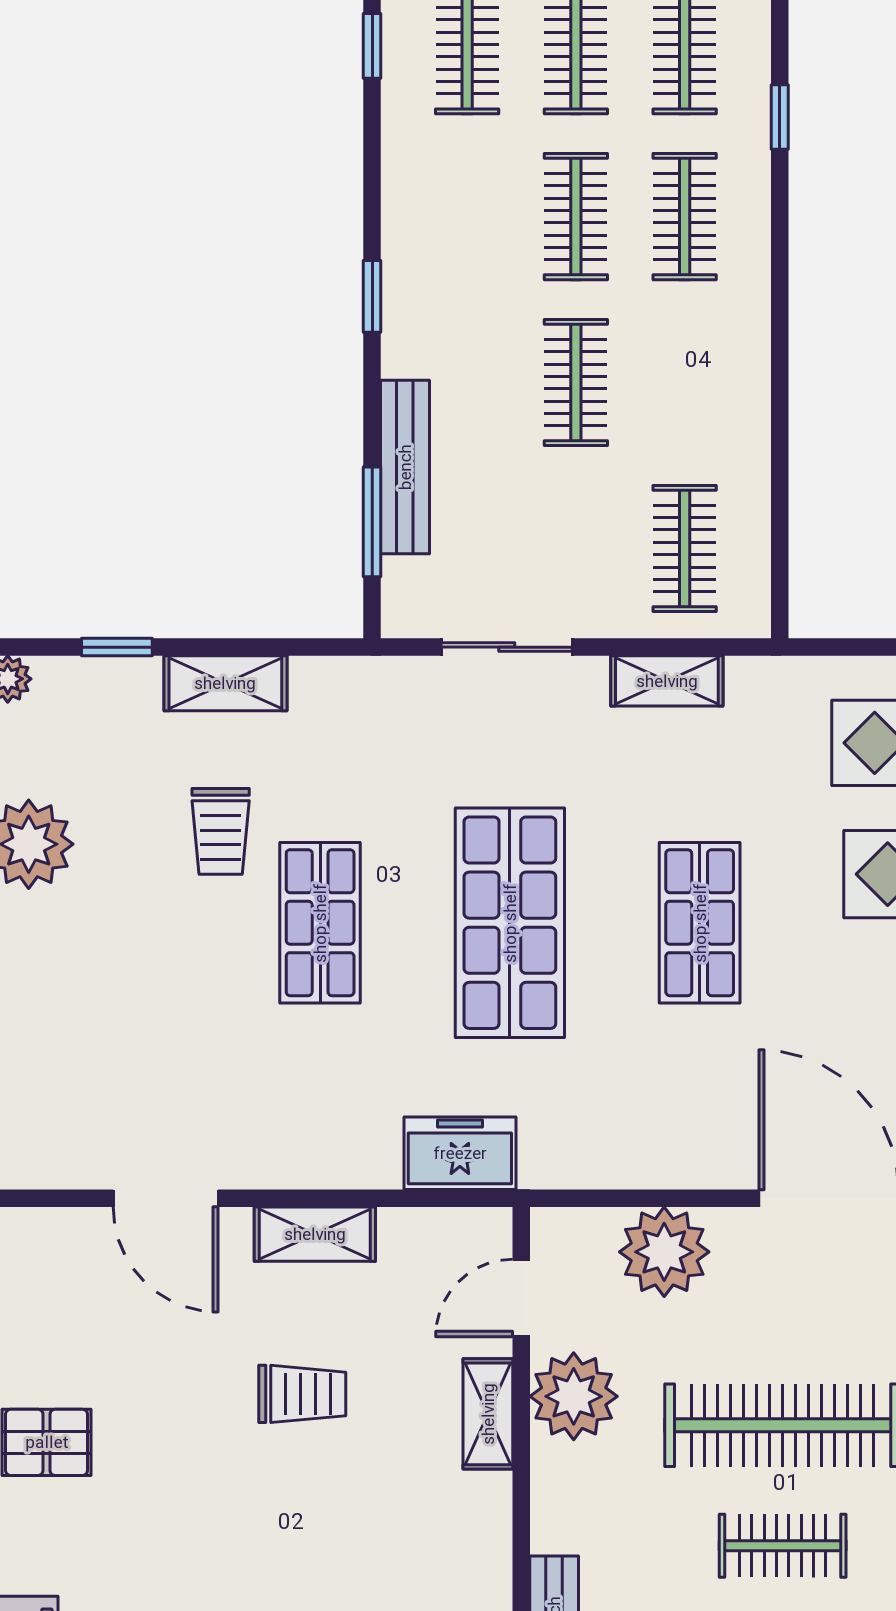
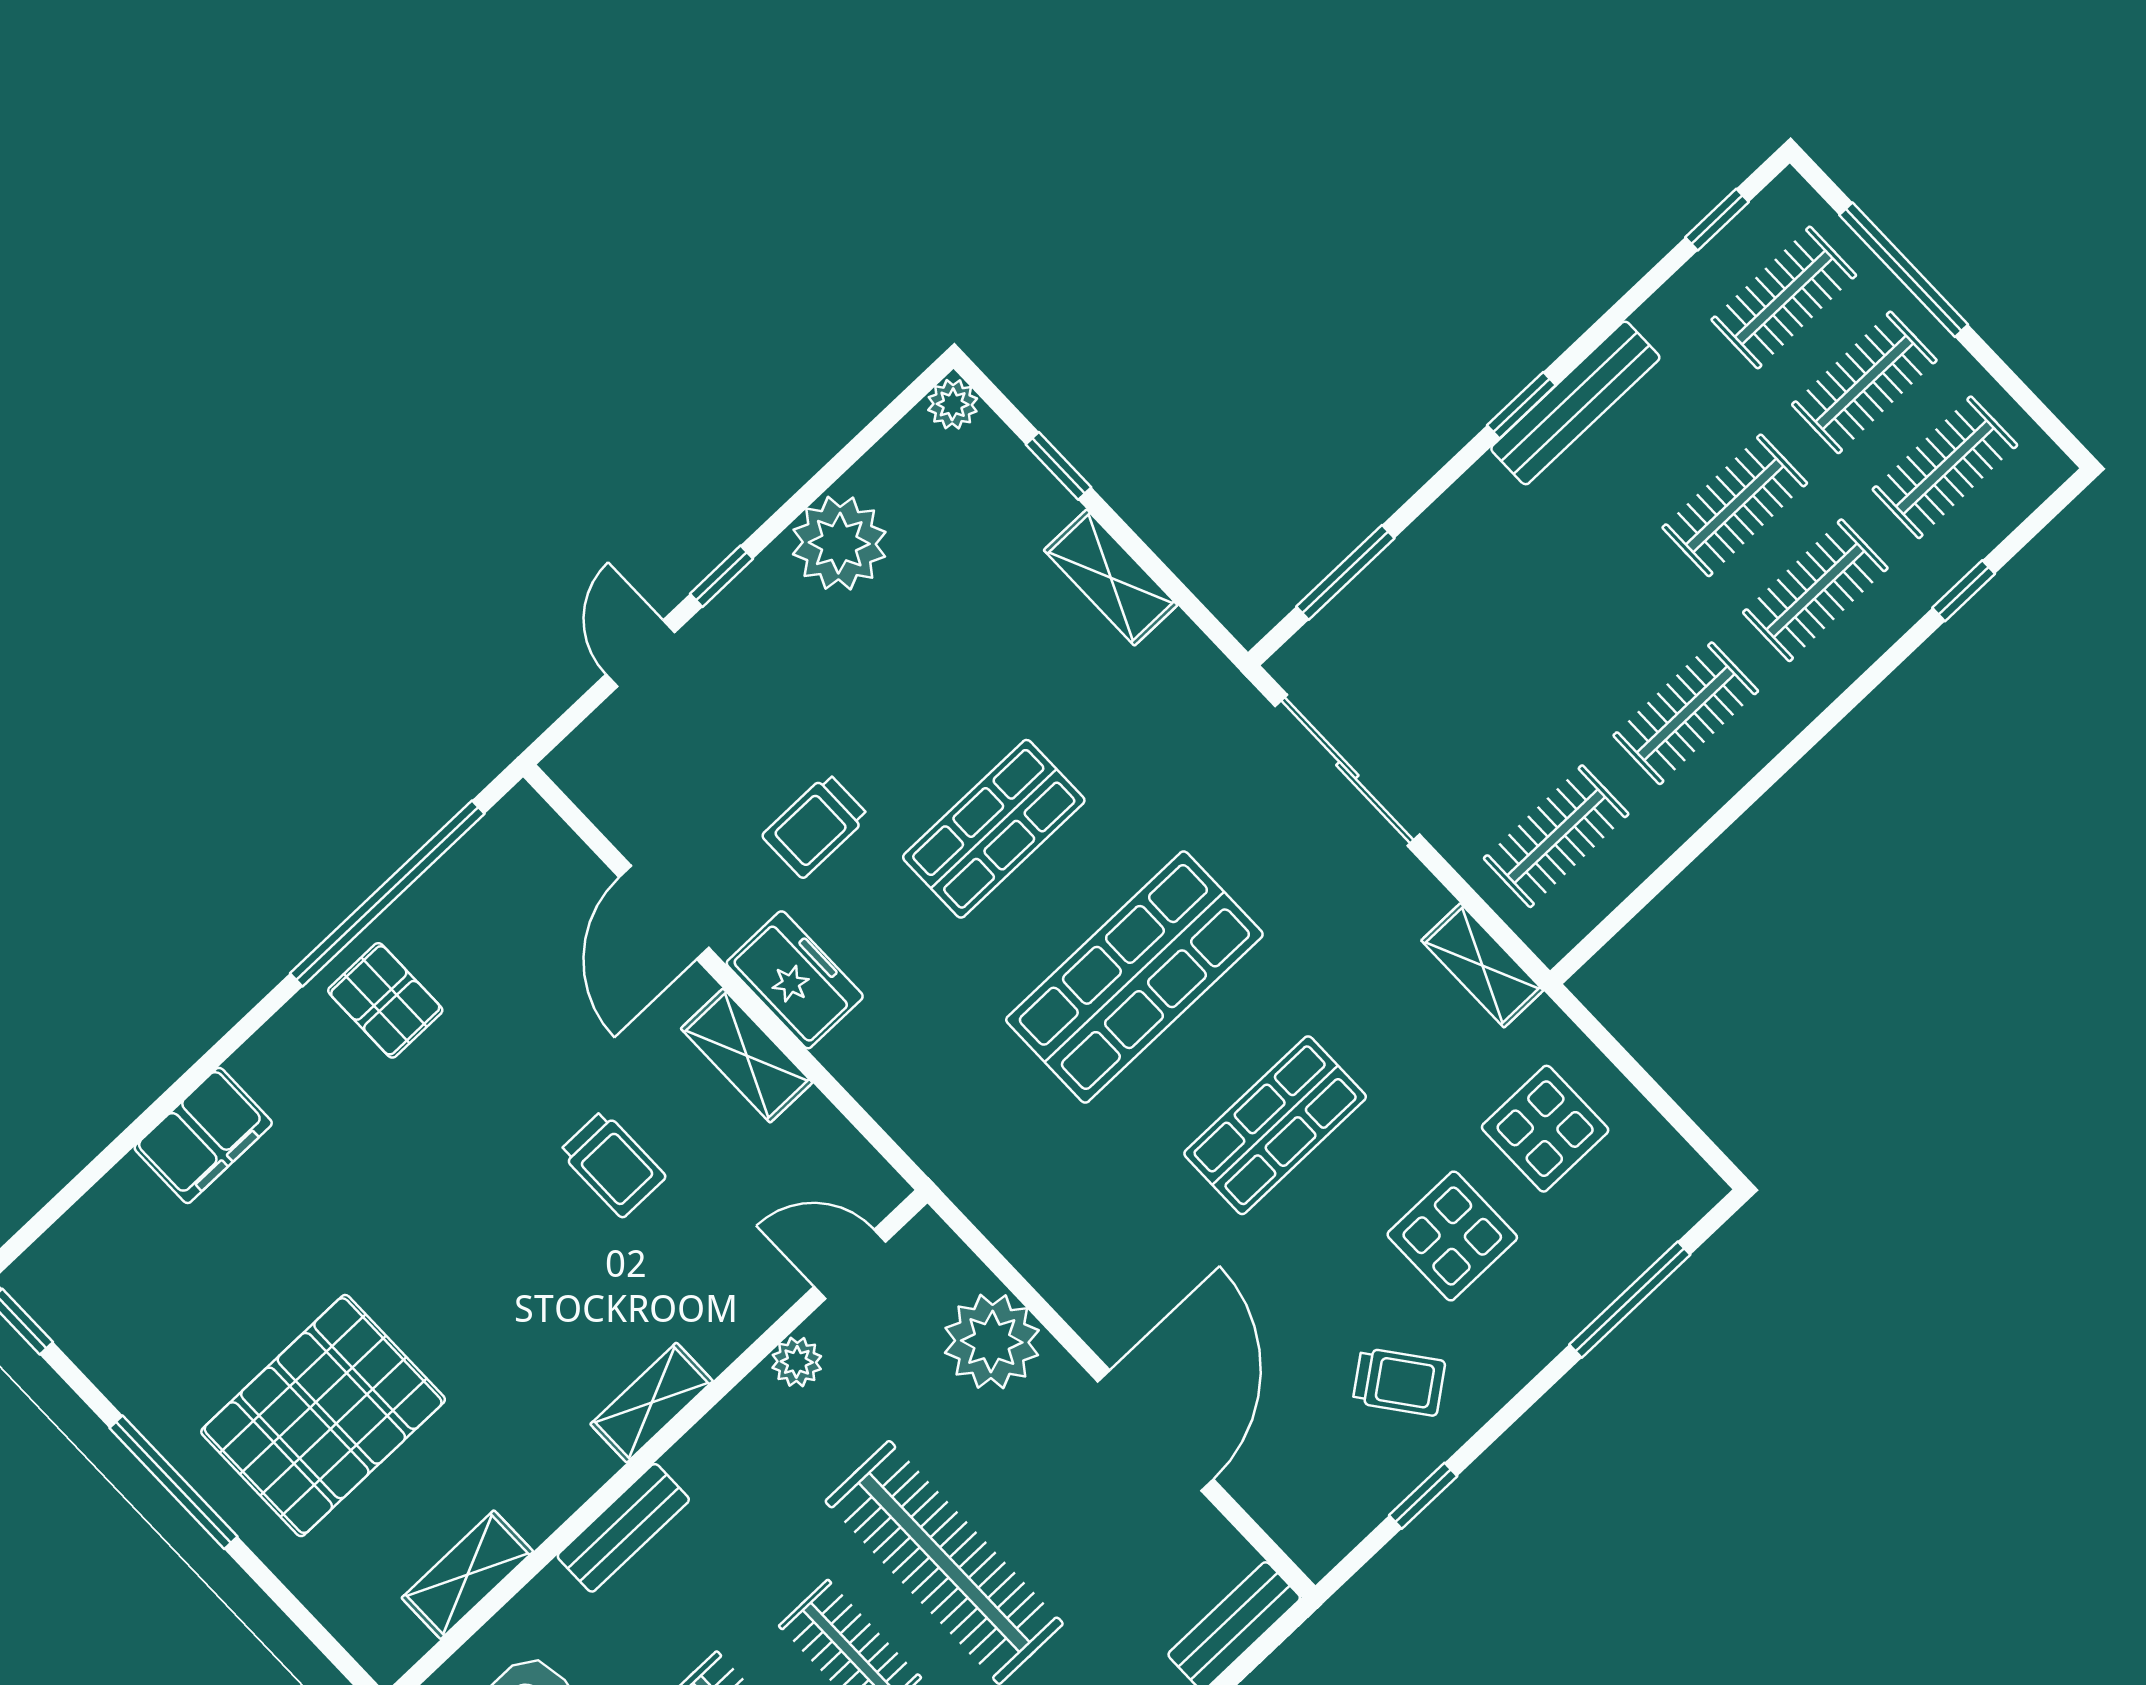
clothes rail: (576, 383) -> (1686, 713), moved
bench: (405, 467) -> (1575, 403), moved
sliding door: (507, 647) -> (1347, 770), width x1.37
shelving: (667, 681) -> (1482, 965), moved
trolley: (221, 831) -> (815, 826), moved
freezer: (460, 1153) -> (795, 980), moved
plant: (574, 1396) -> (797, 1362), width x0.53, depth x0.53
shelving: (488, 1414) -> (652, 1403), moved

